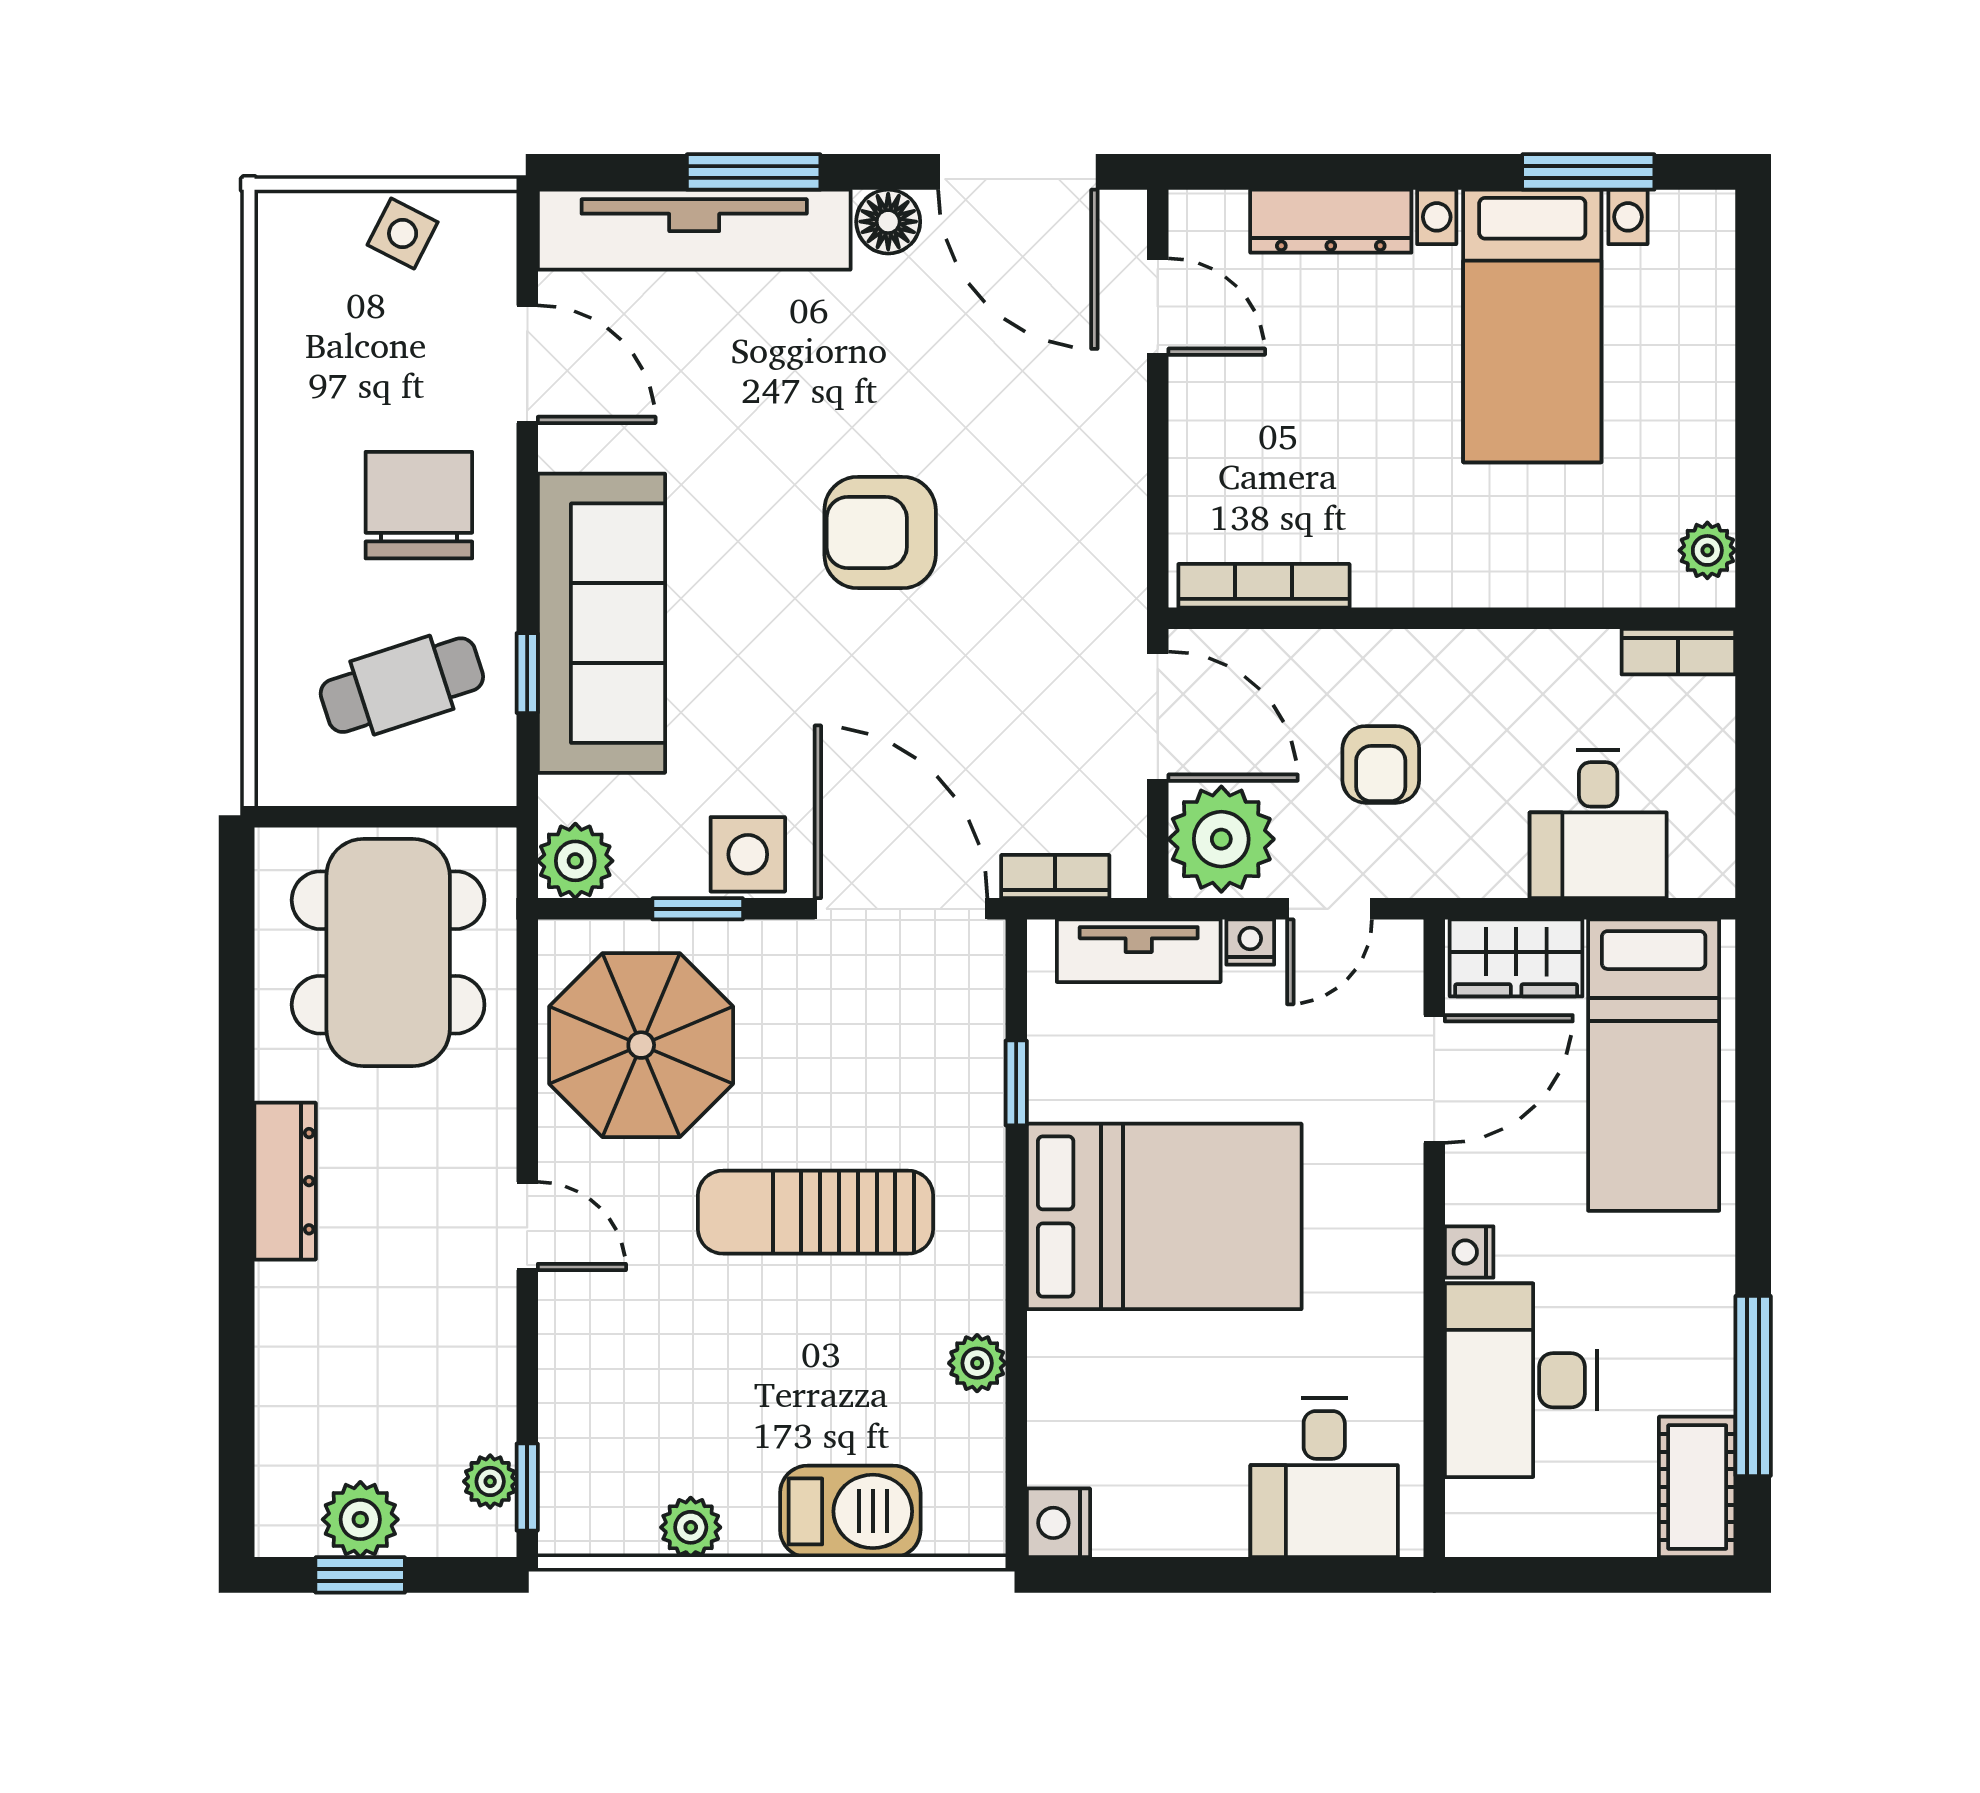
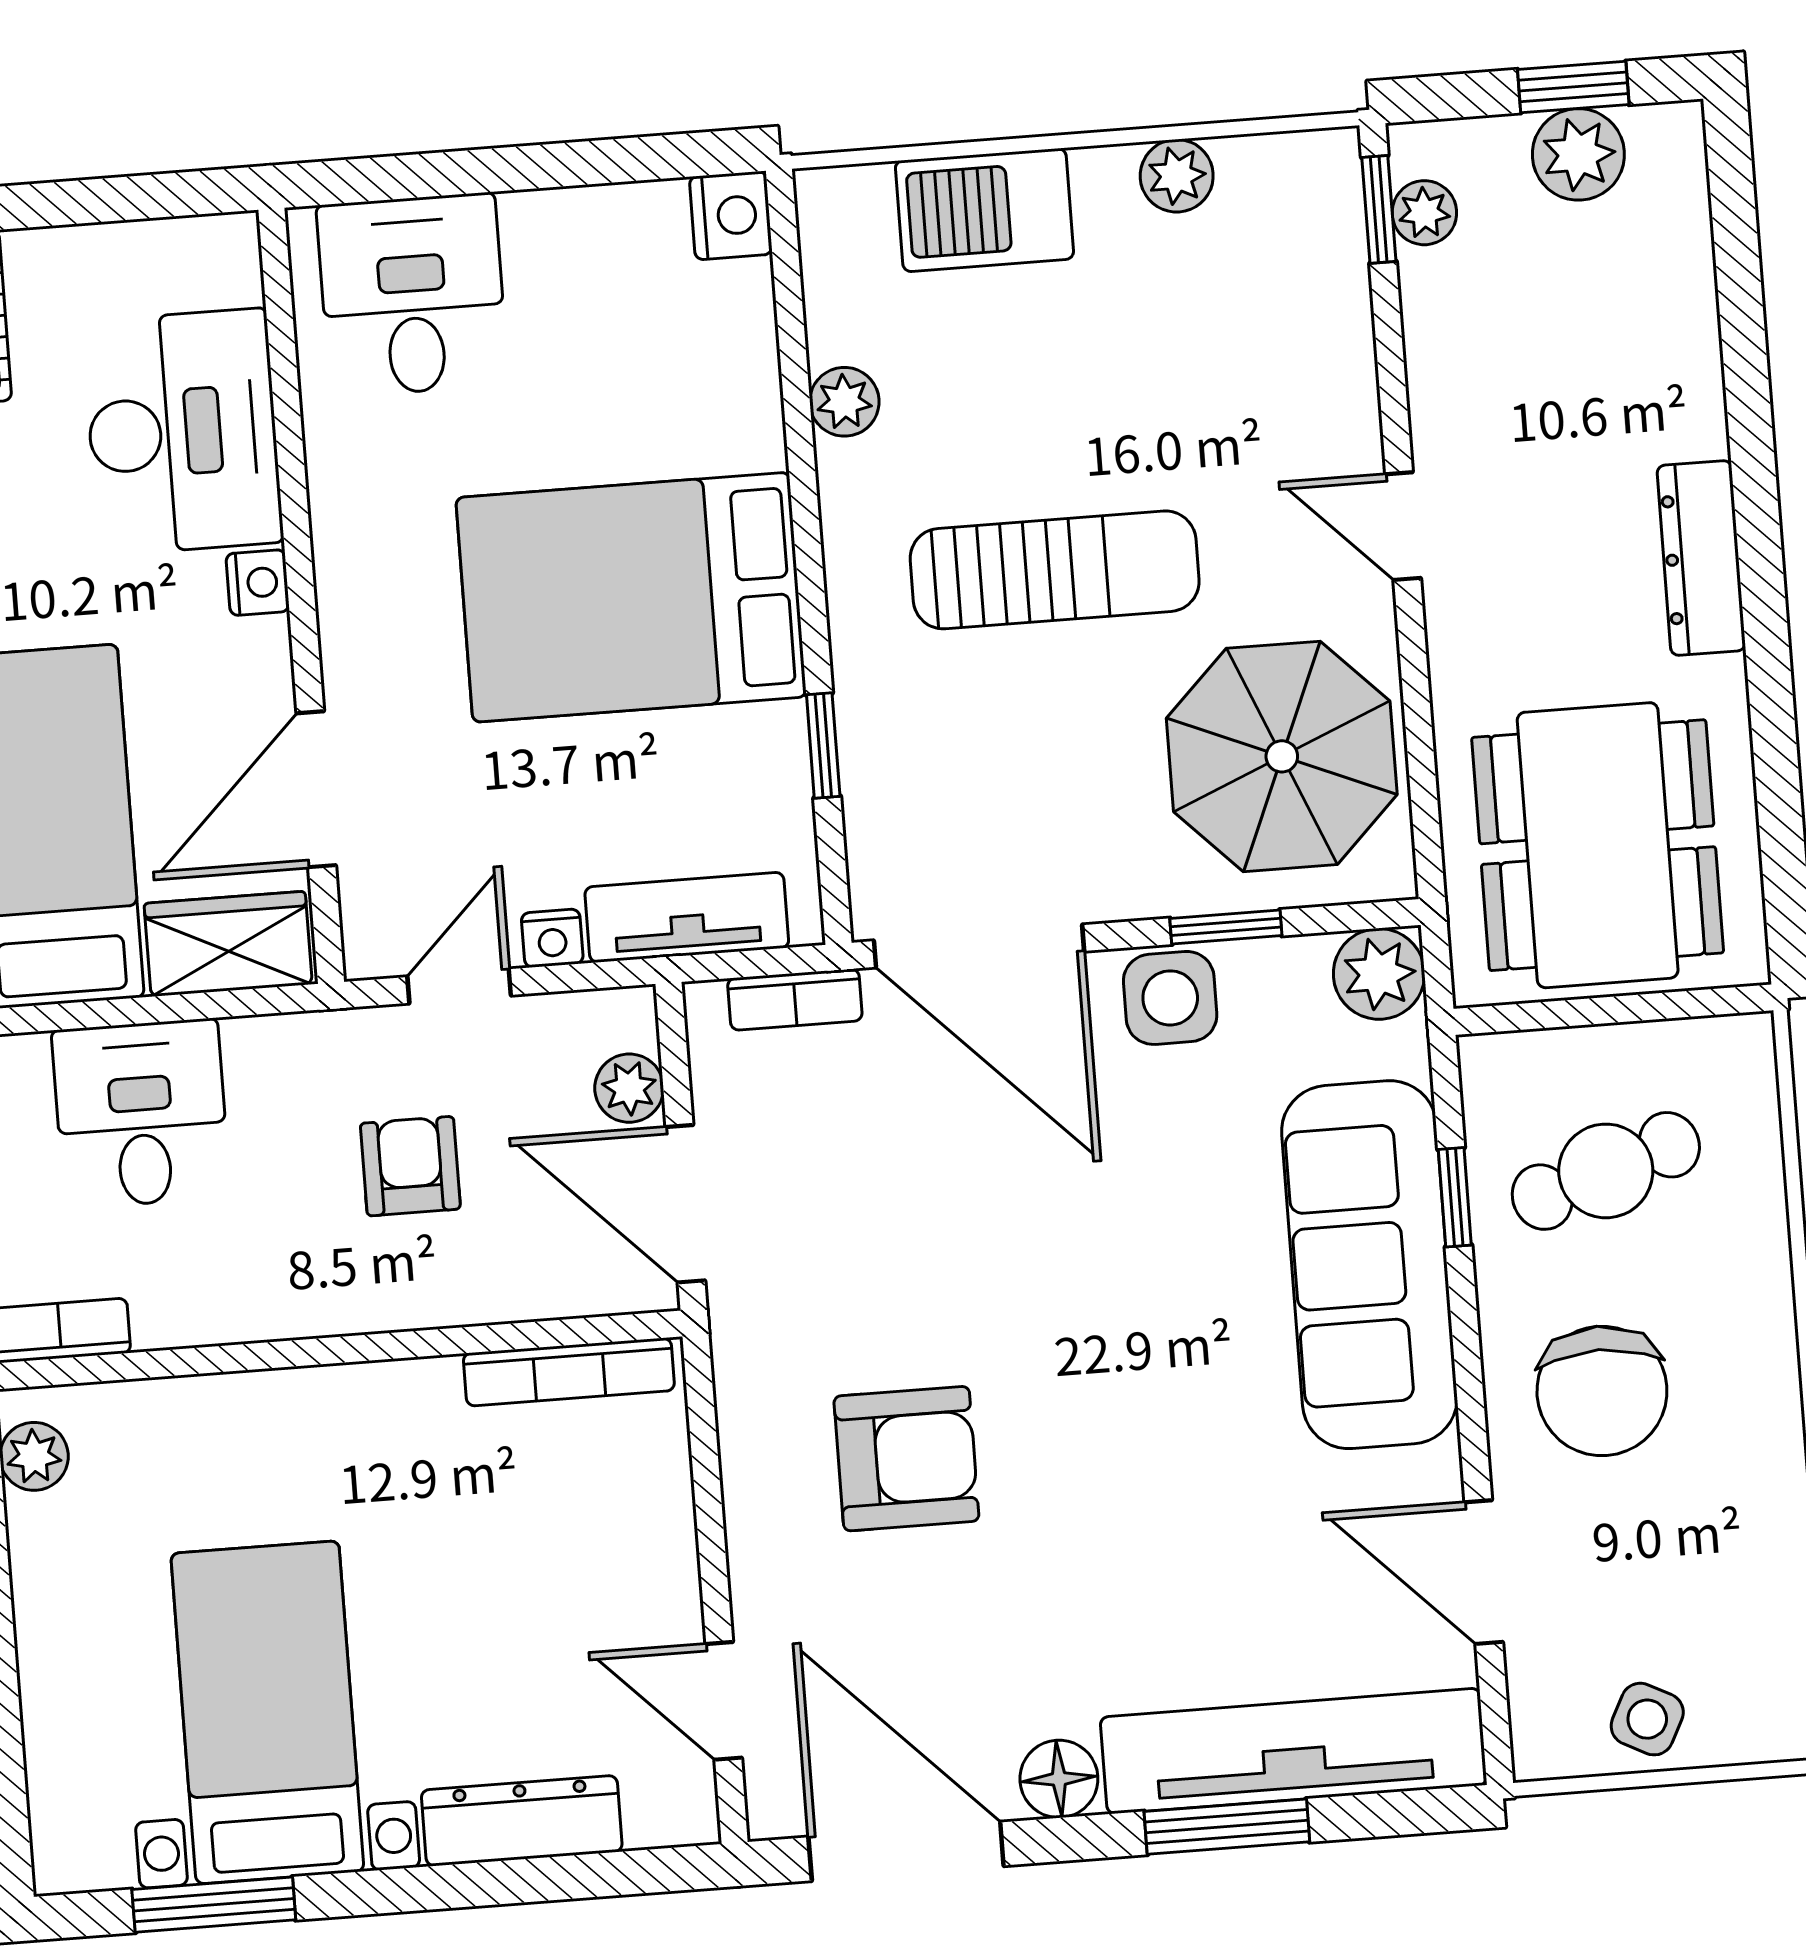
armchair: (880, 532) -> (906, 1459), moved
plant: (1221, 839) -> (629, 1088), width x0.53, depth x0.53

